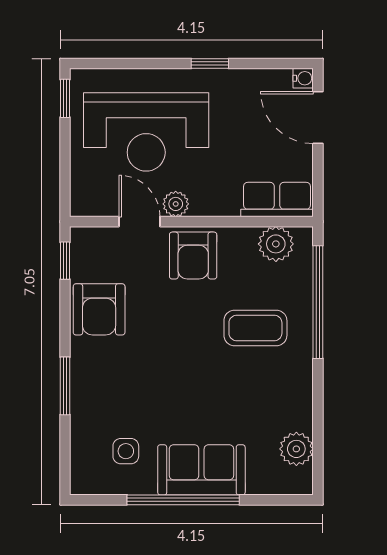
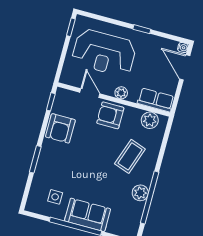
plant: (176, 204) -> (121, 93), moved
armchair: (193, 256) -> (110, 115), turned 90
window: (318, 302) -> (150, 198), moved
coffee table: (255, 328) -> (130, 156), turned -71
plant: (296, 449) -> (140, 193), moved

